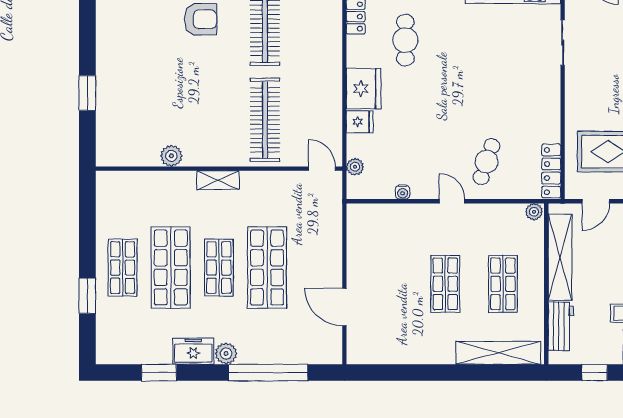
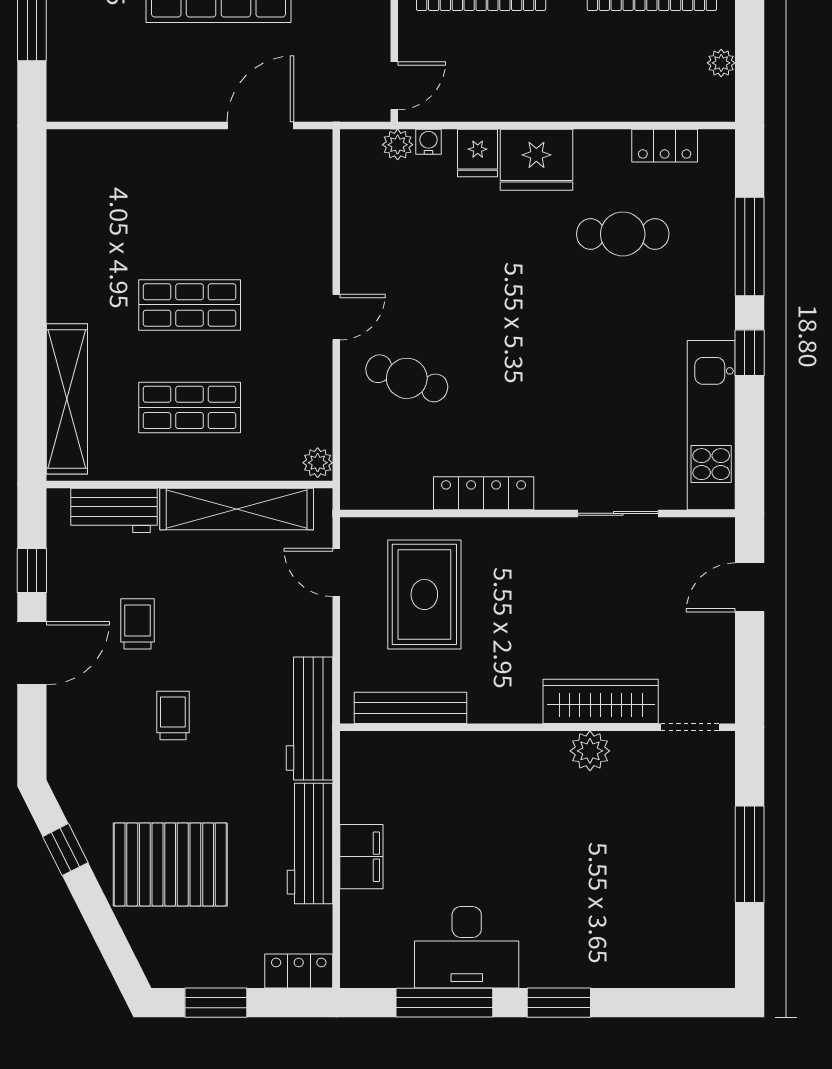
locker: (551, 171) -> (484, 493), moved
water cooler: (403, 192) -> (428, 142), moved, turned 90
door: (344, 307) -> (260, 126), moved

